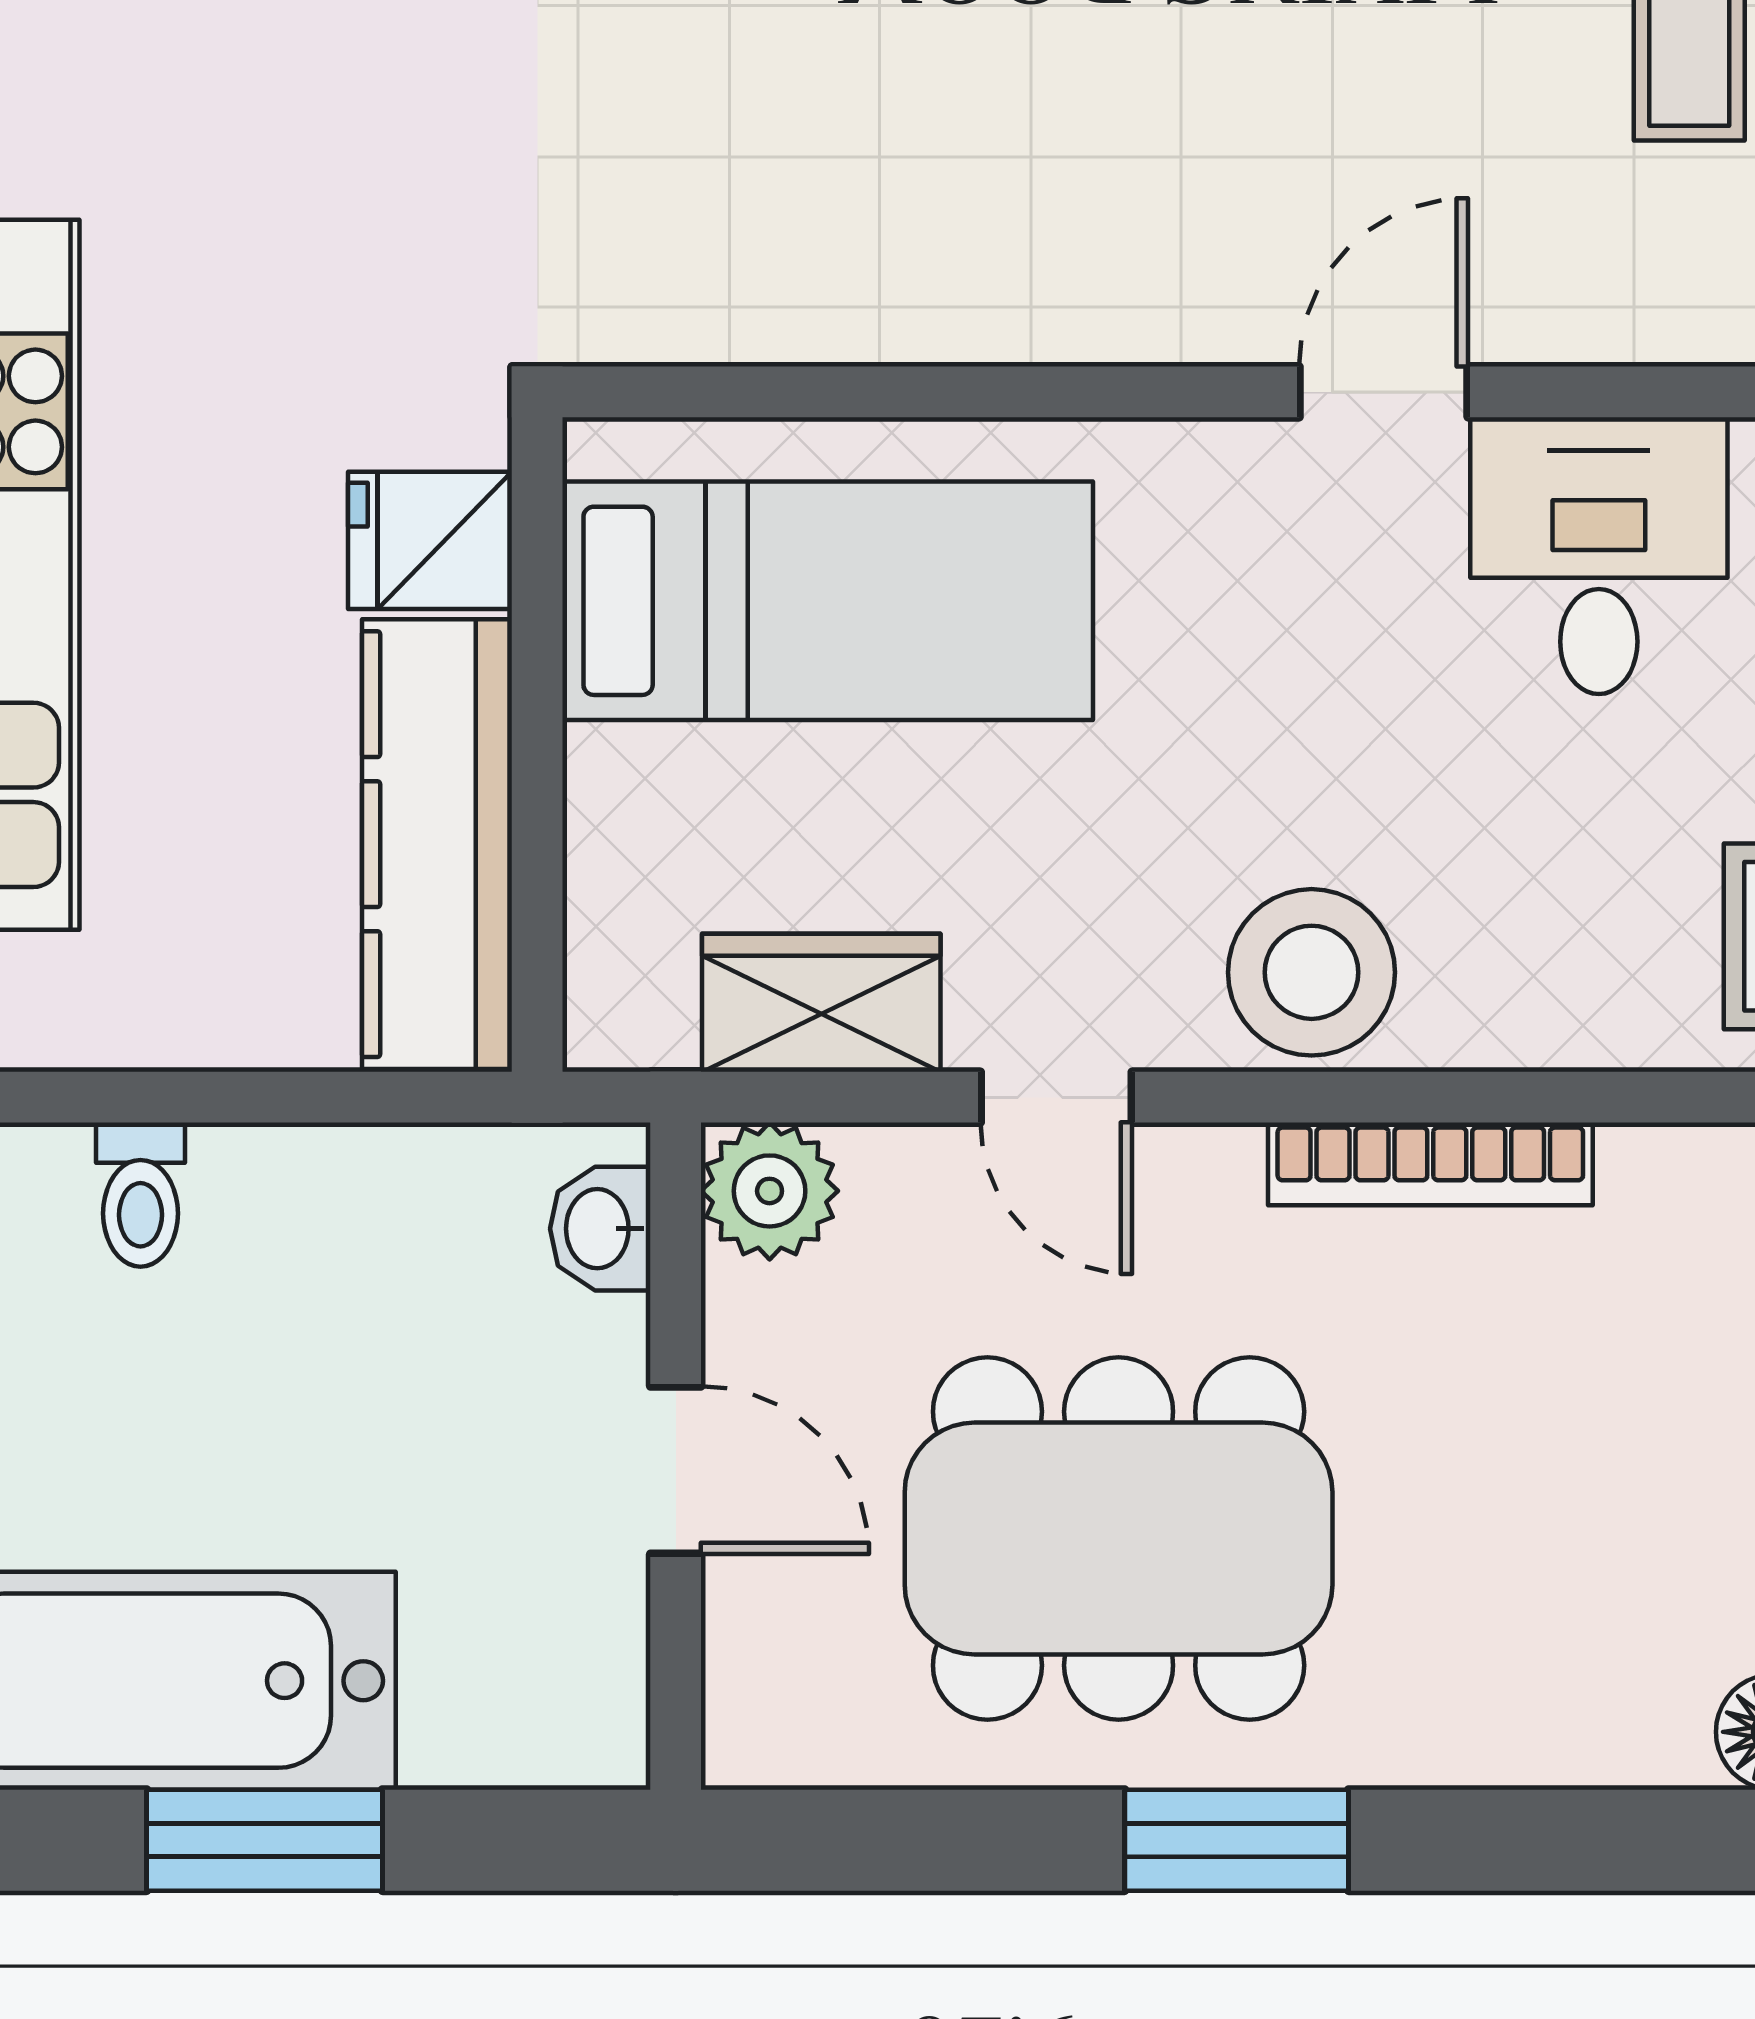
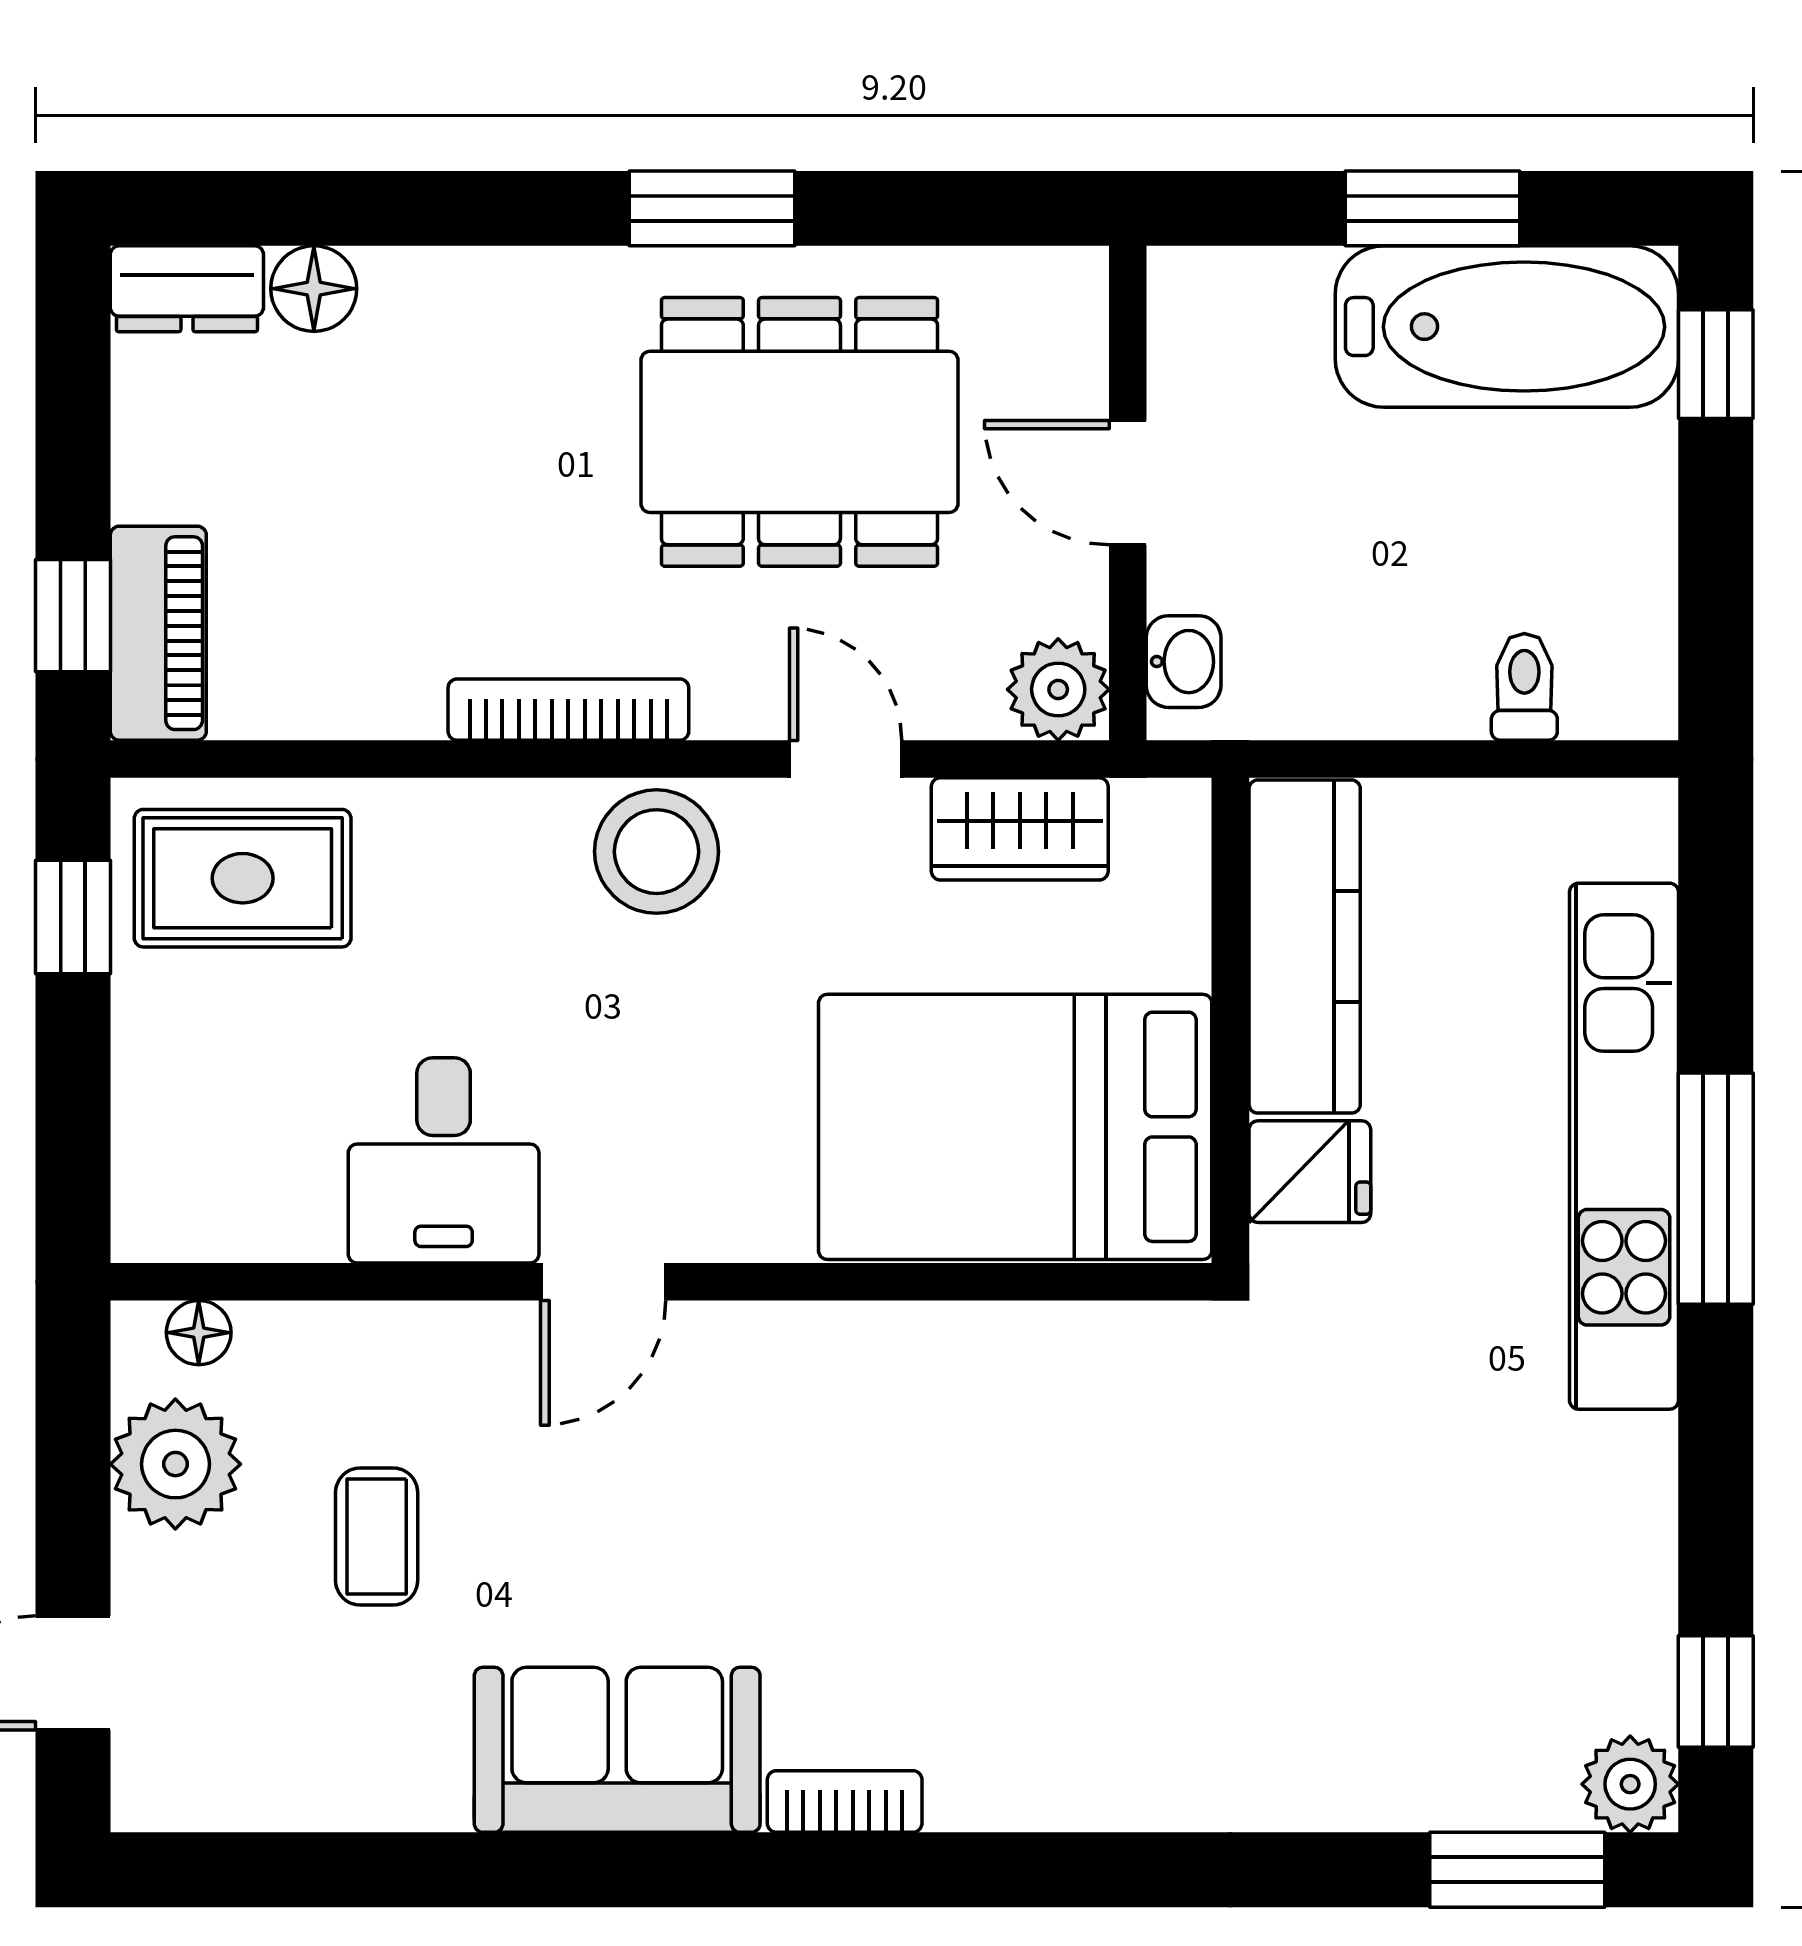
bed: (828, 601) -> (1015, 1127), width x1.50

